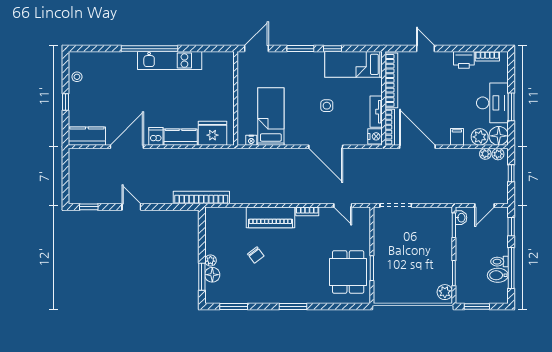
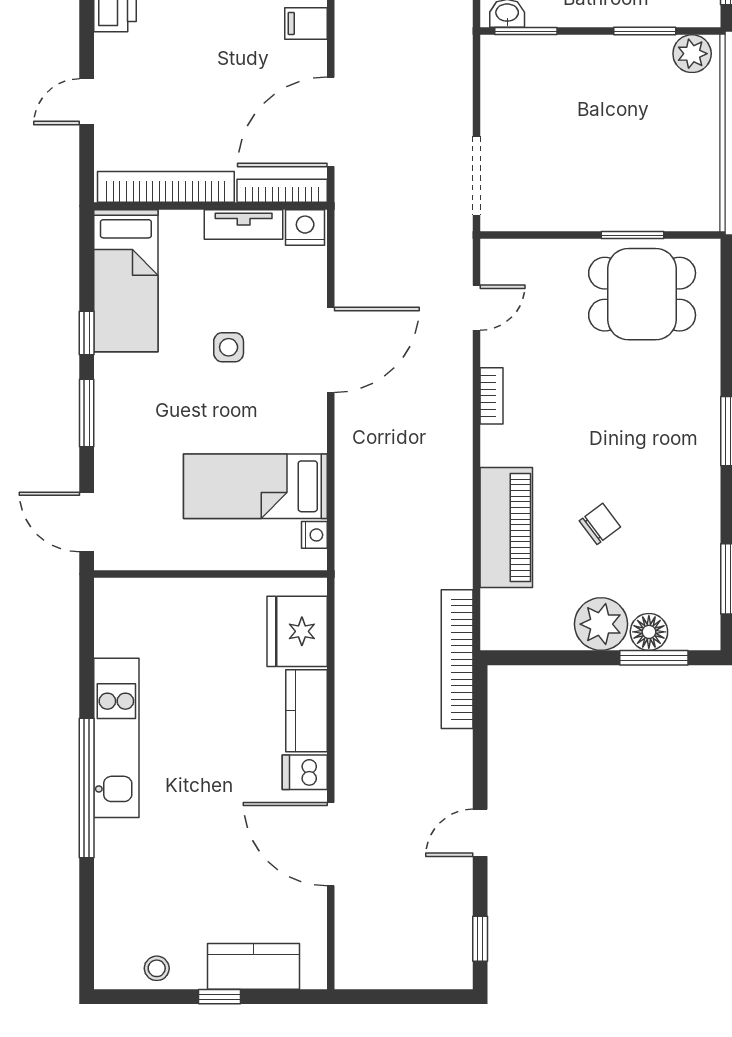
kitchen counter: (87, 136) -> (253, 966), moved, turned 90
piano: (270, 217) -> (506, 528), moved
plant: (210, 260) -> (601, 624), width x1.88, depth x1.88

